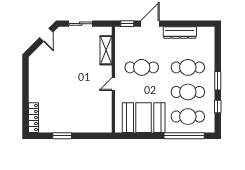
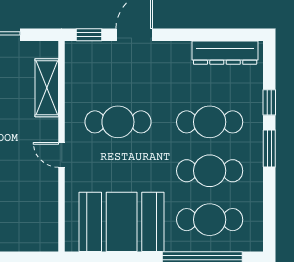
dresser: (180, 33) -> (225, 53), moved
door: (113, 84) -> (62, 155), hinge flipped
window: (218, 107) -> (269, 102), moved

